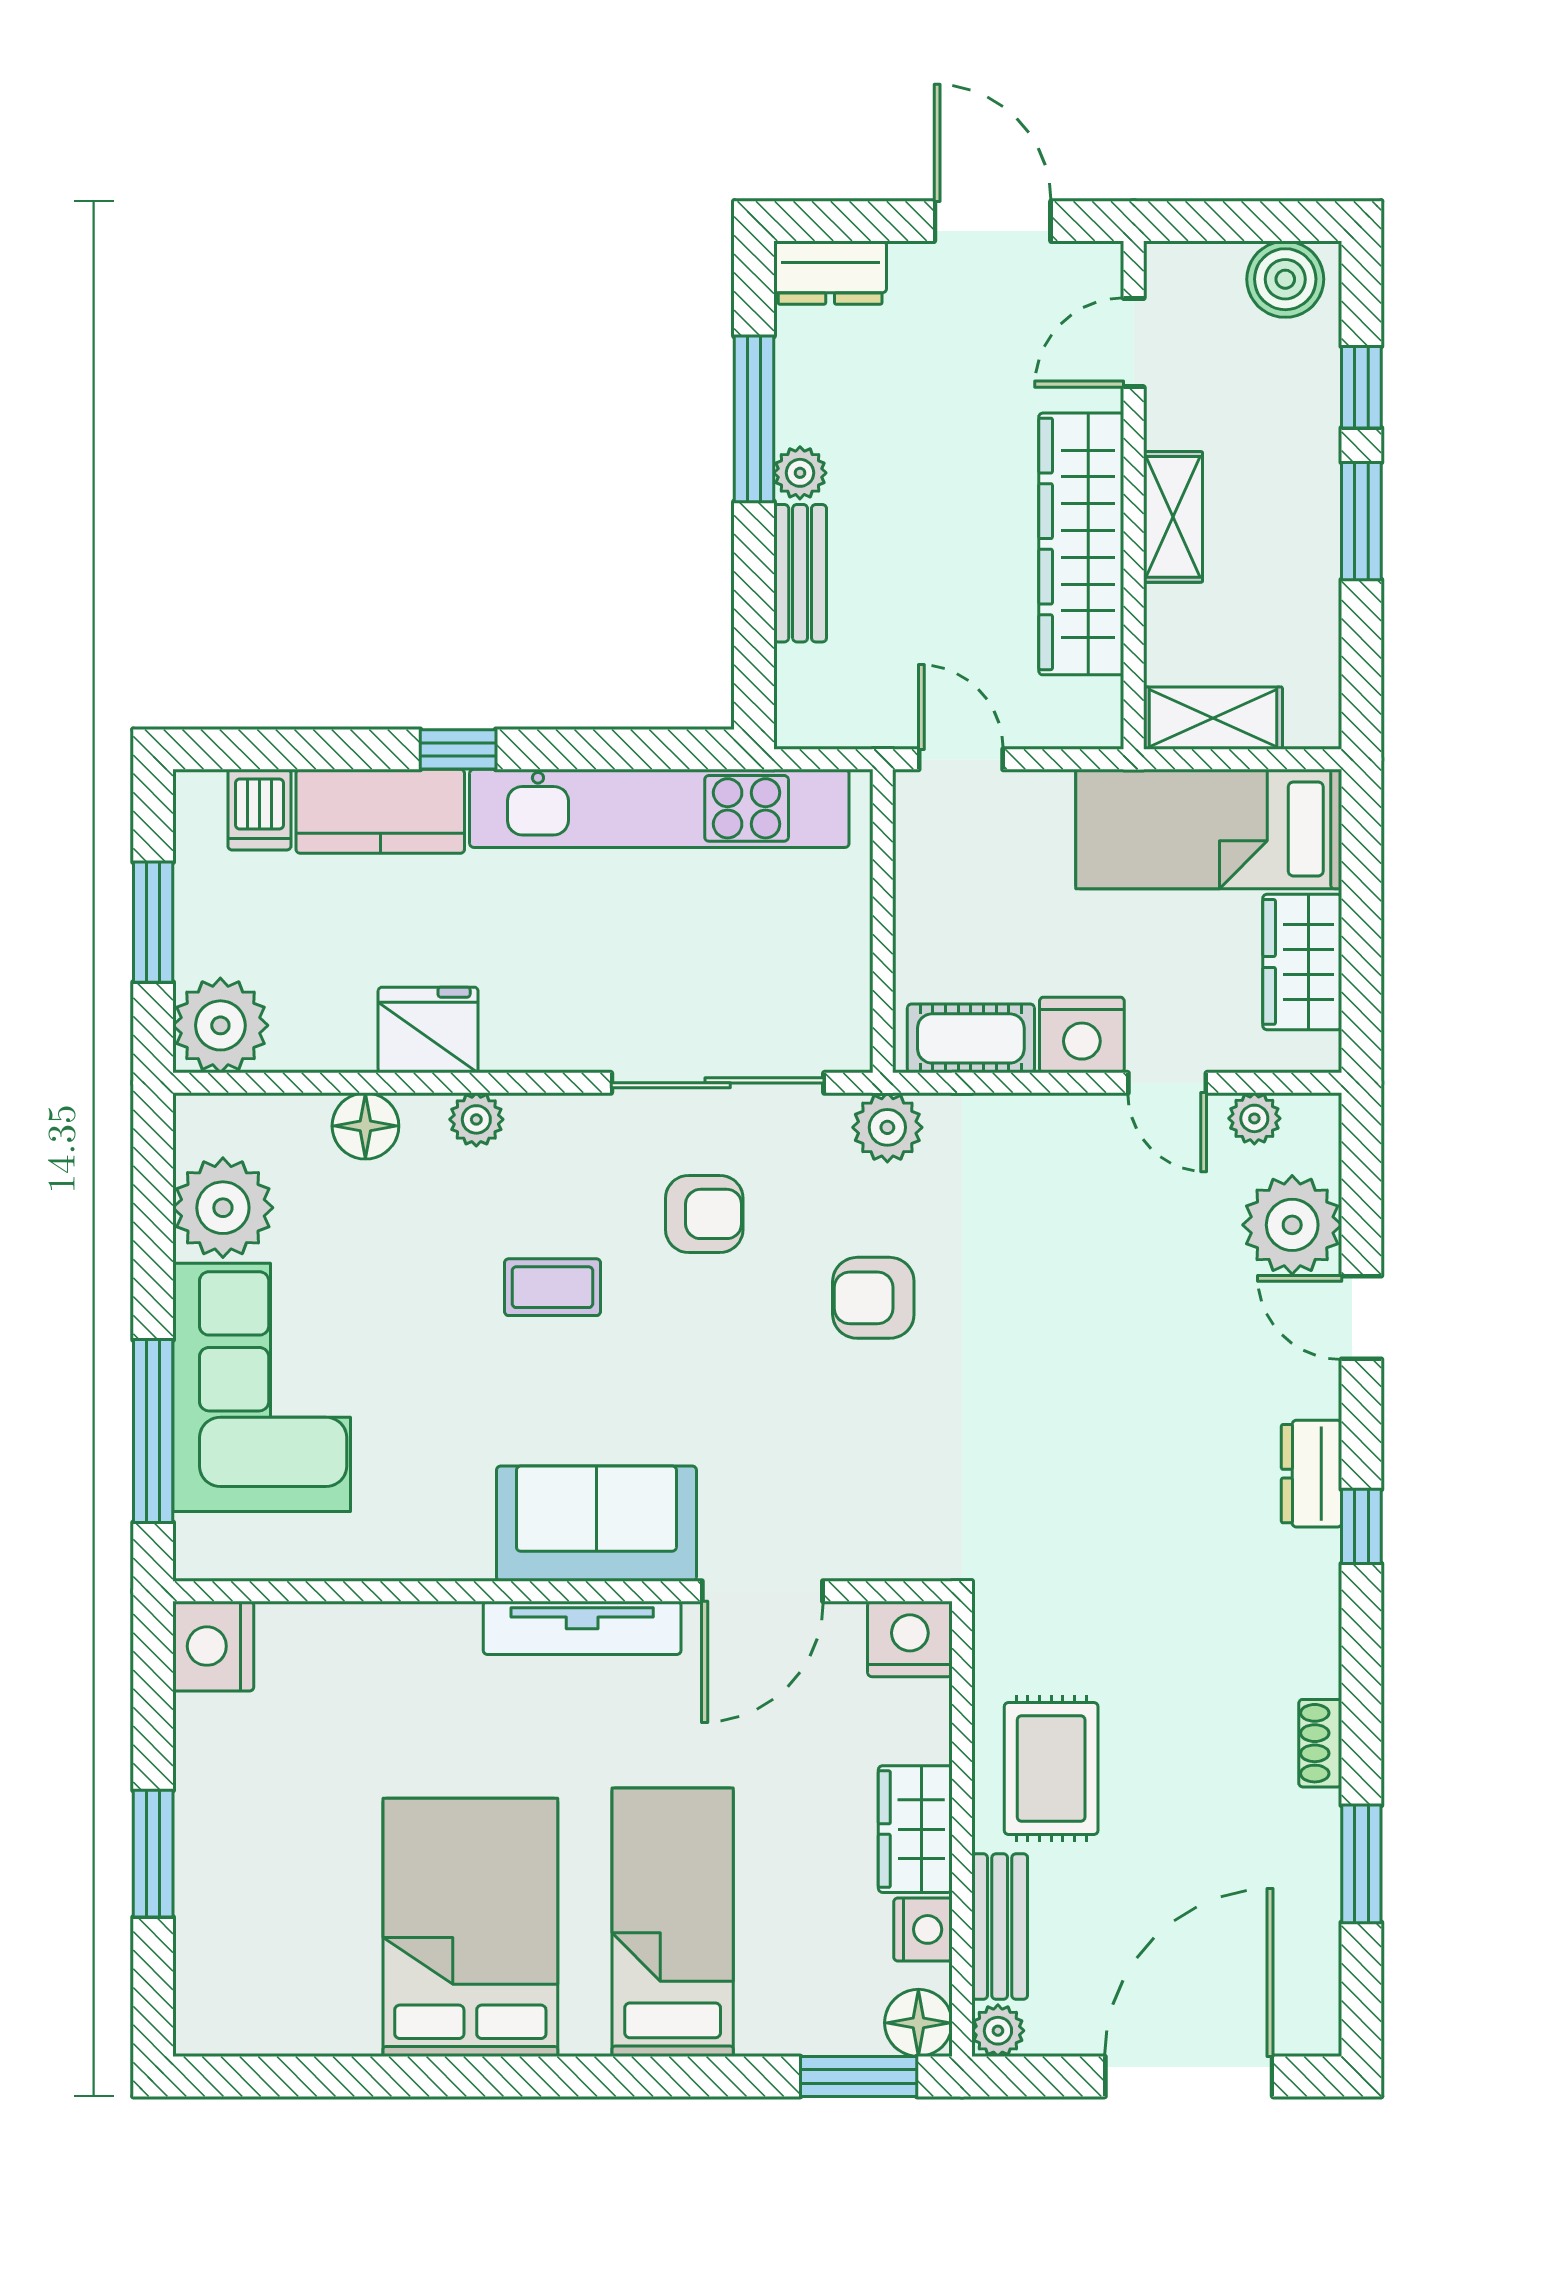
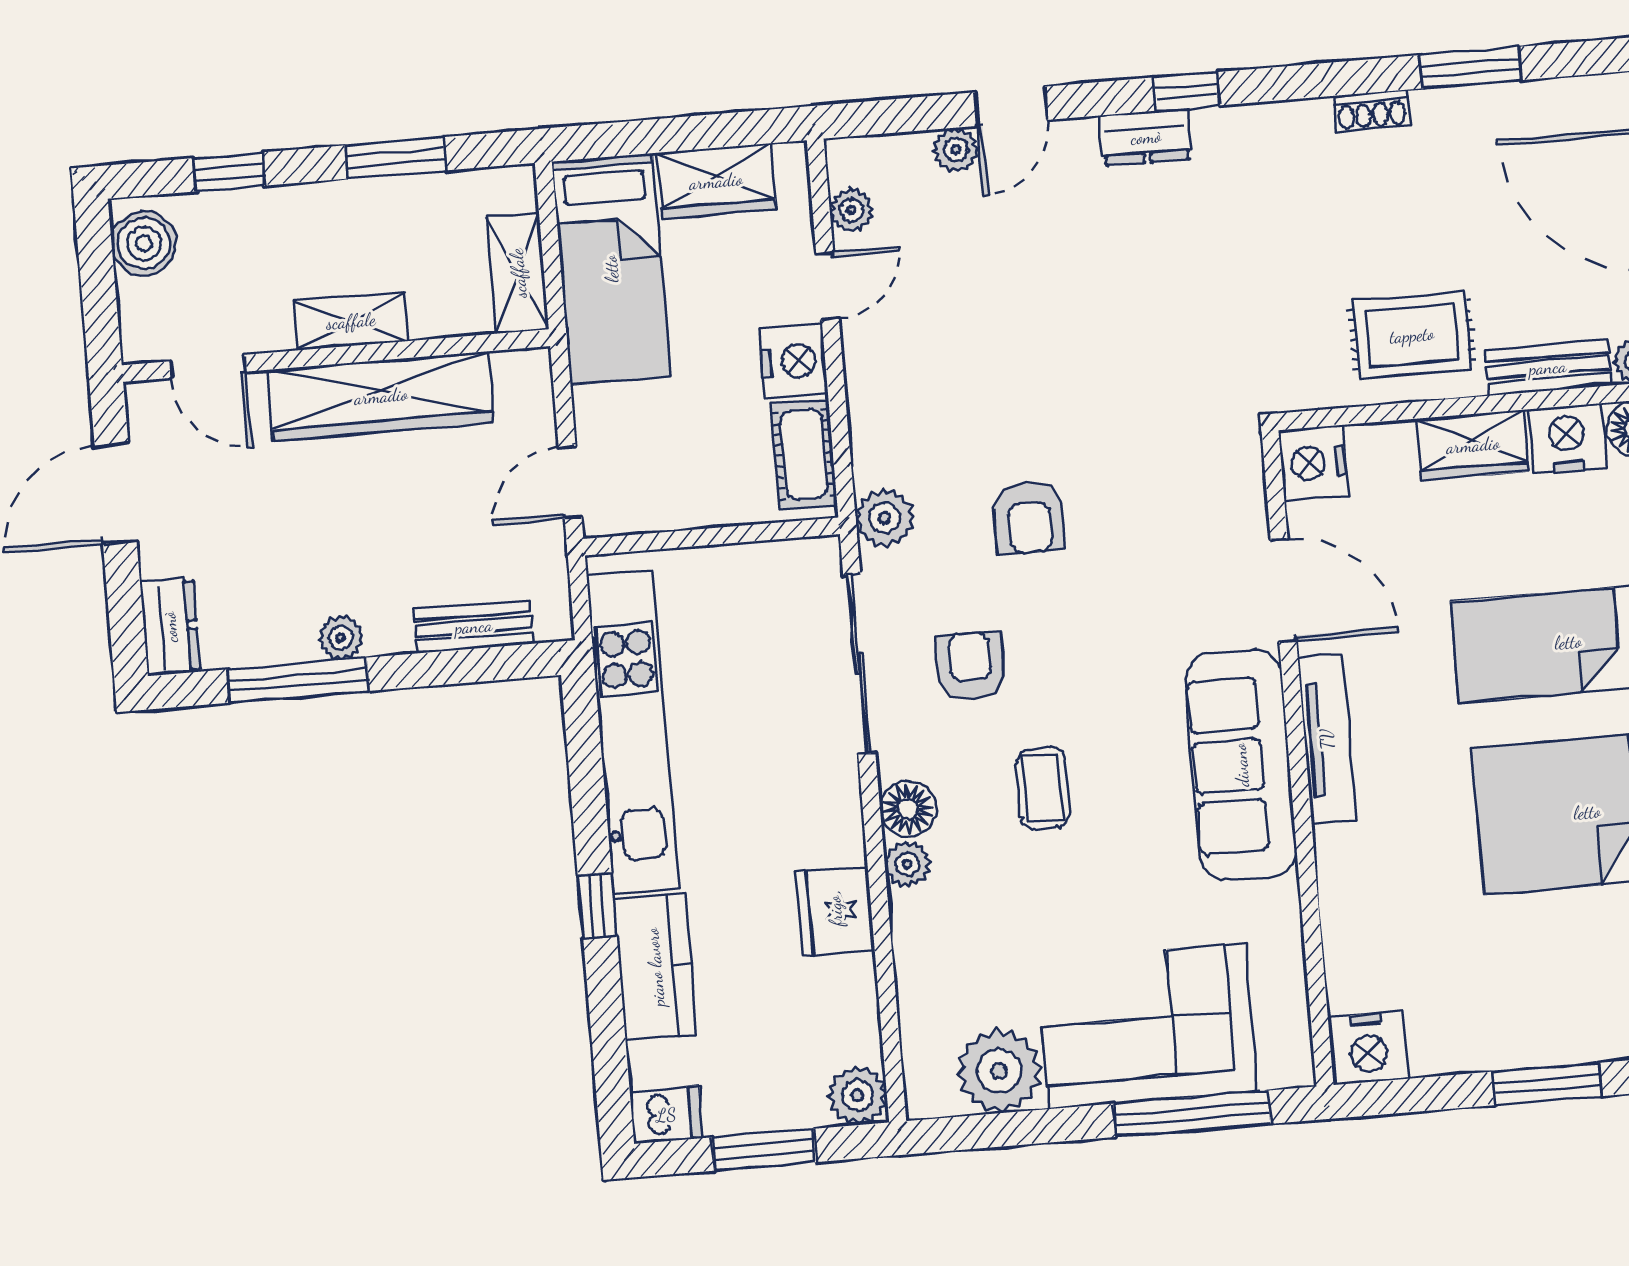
window: (1361, 521) -> (395, 158), moved
bench: (800, 573) -> (474, 626), moved
dishwasher: (259, 810) -> (666, 1115), moved
plant: (220, 1025) -> (858, 1096), width x0.73, depth x0.73
floor lamp: (365, 1126) -> (908, 809), moved
plant: (1292, 1225) -> (956, 150), width x0.53, depth x0.53
sofa: (596, 1524) -> (1241, 765), width x1.36
nightstand: (923, 1929) -> (1567, 439), width x1.36, depth x1.33

